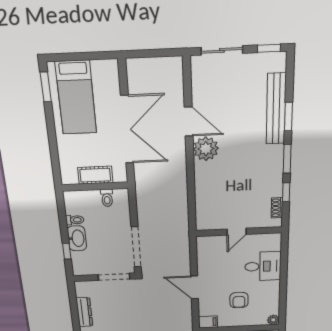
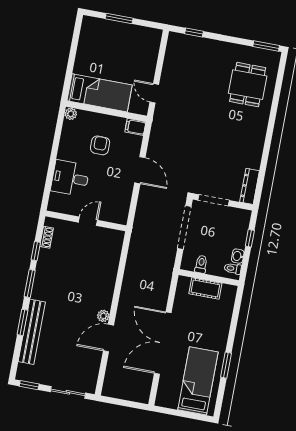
window: (46, 87) -> (226, 365), moved
door: (189, 122) -> (108, 338), hinge flipped
plant: (206, 149) -> (103, 316), width x0.53, depth x0.53
cot: (95, 175) -> (205, 288), moved
wall: (95, 187) -> (209, 278), moved
toilet: (107, 198) -> (201, 264), moved
washbasin: (77, 238) -> (238, 256), width x0.52, depth x0.69
dresser: (84, 312) -> (250, 186), moved

